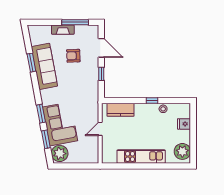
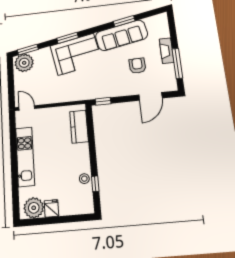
window: (101, 74) -> (103, 101), moved
window: (152, 100) -> (95, 184), moved
corner sofa: (60, 124) -> (76, 54), moved
fridge: (184, 124) -> (51, 208), moved
door: (100, 129) -> (27, 108), moved
window: (46, 139) -> (28, 50), moved

